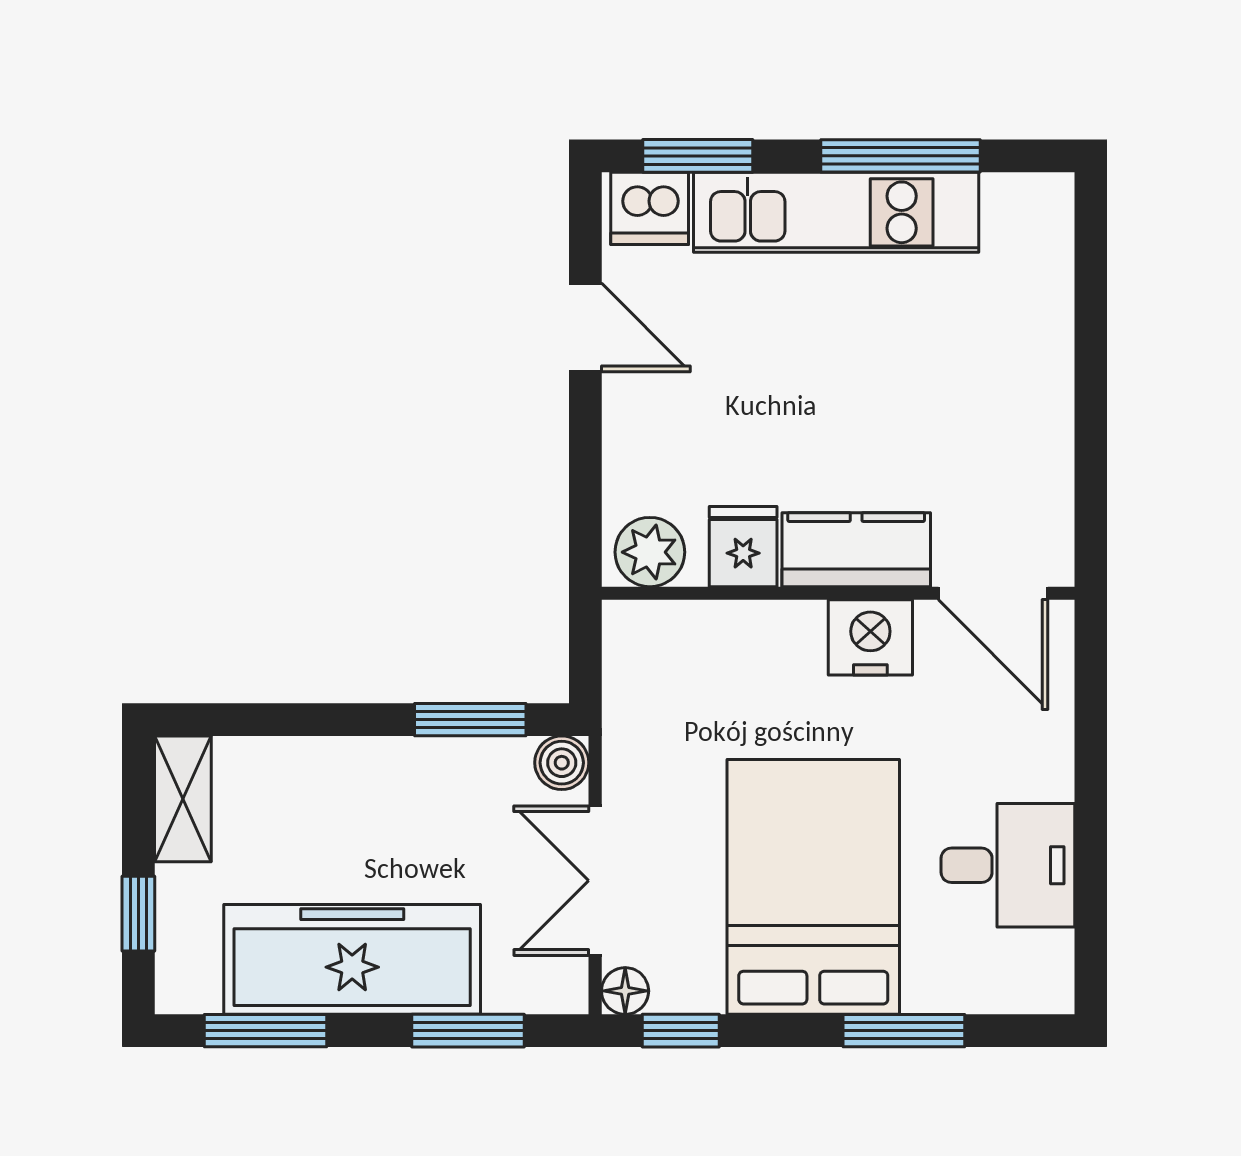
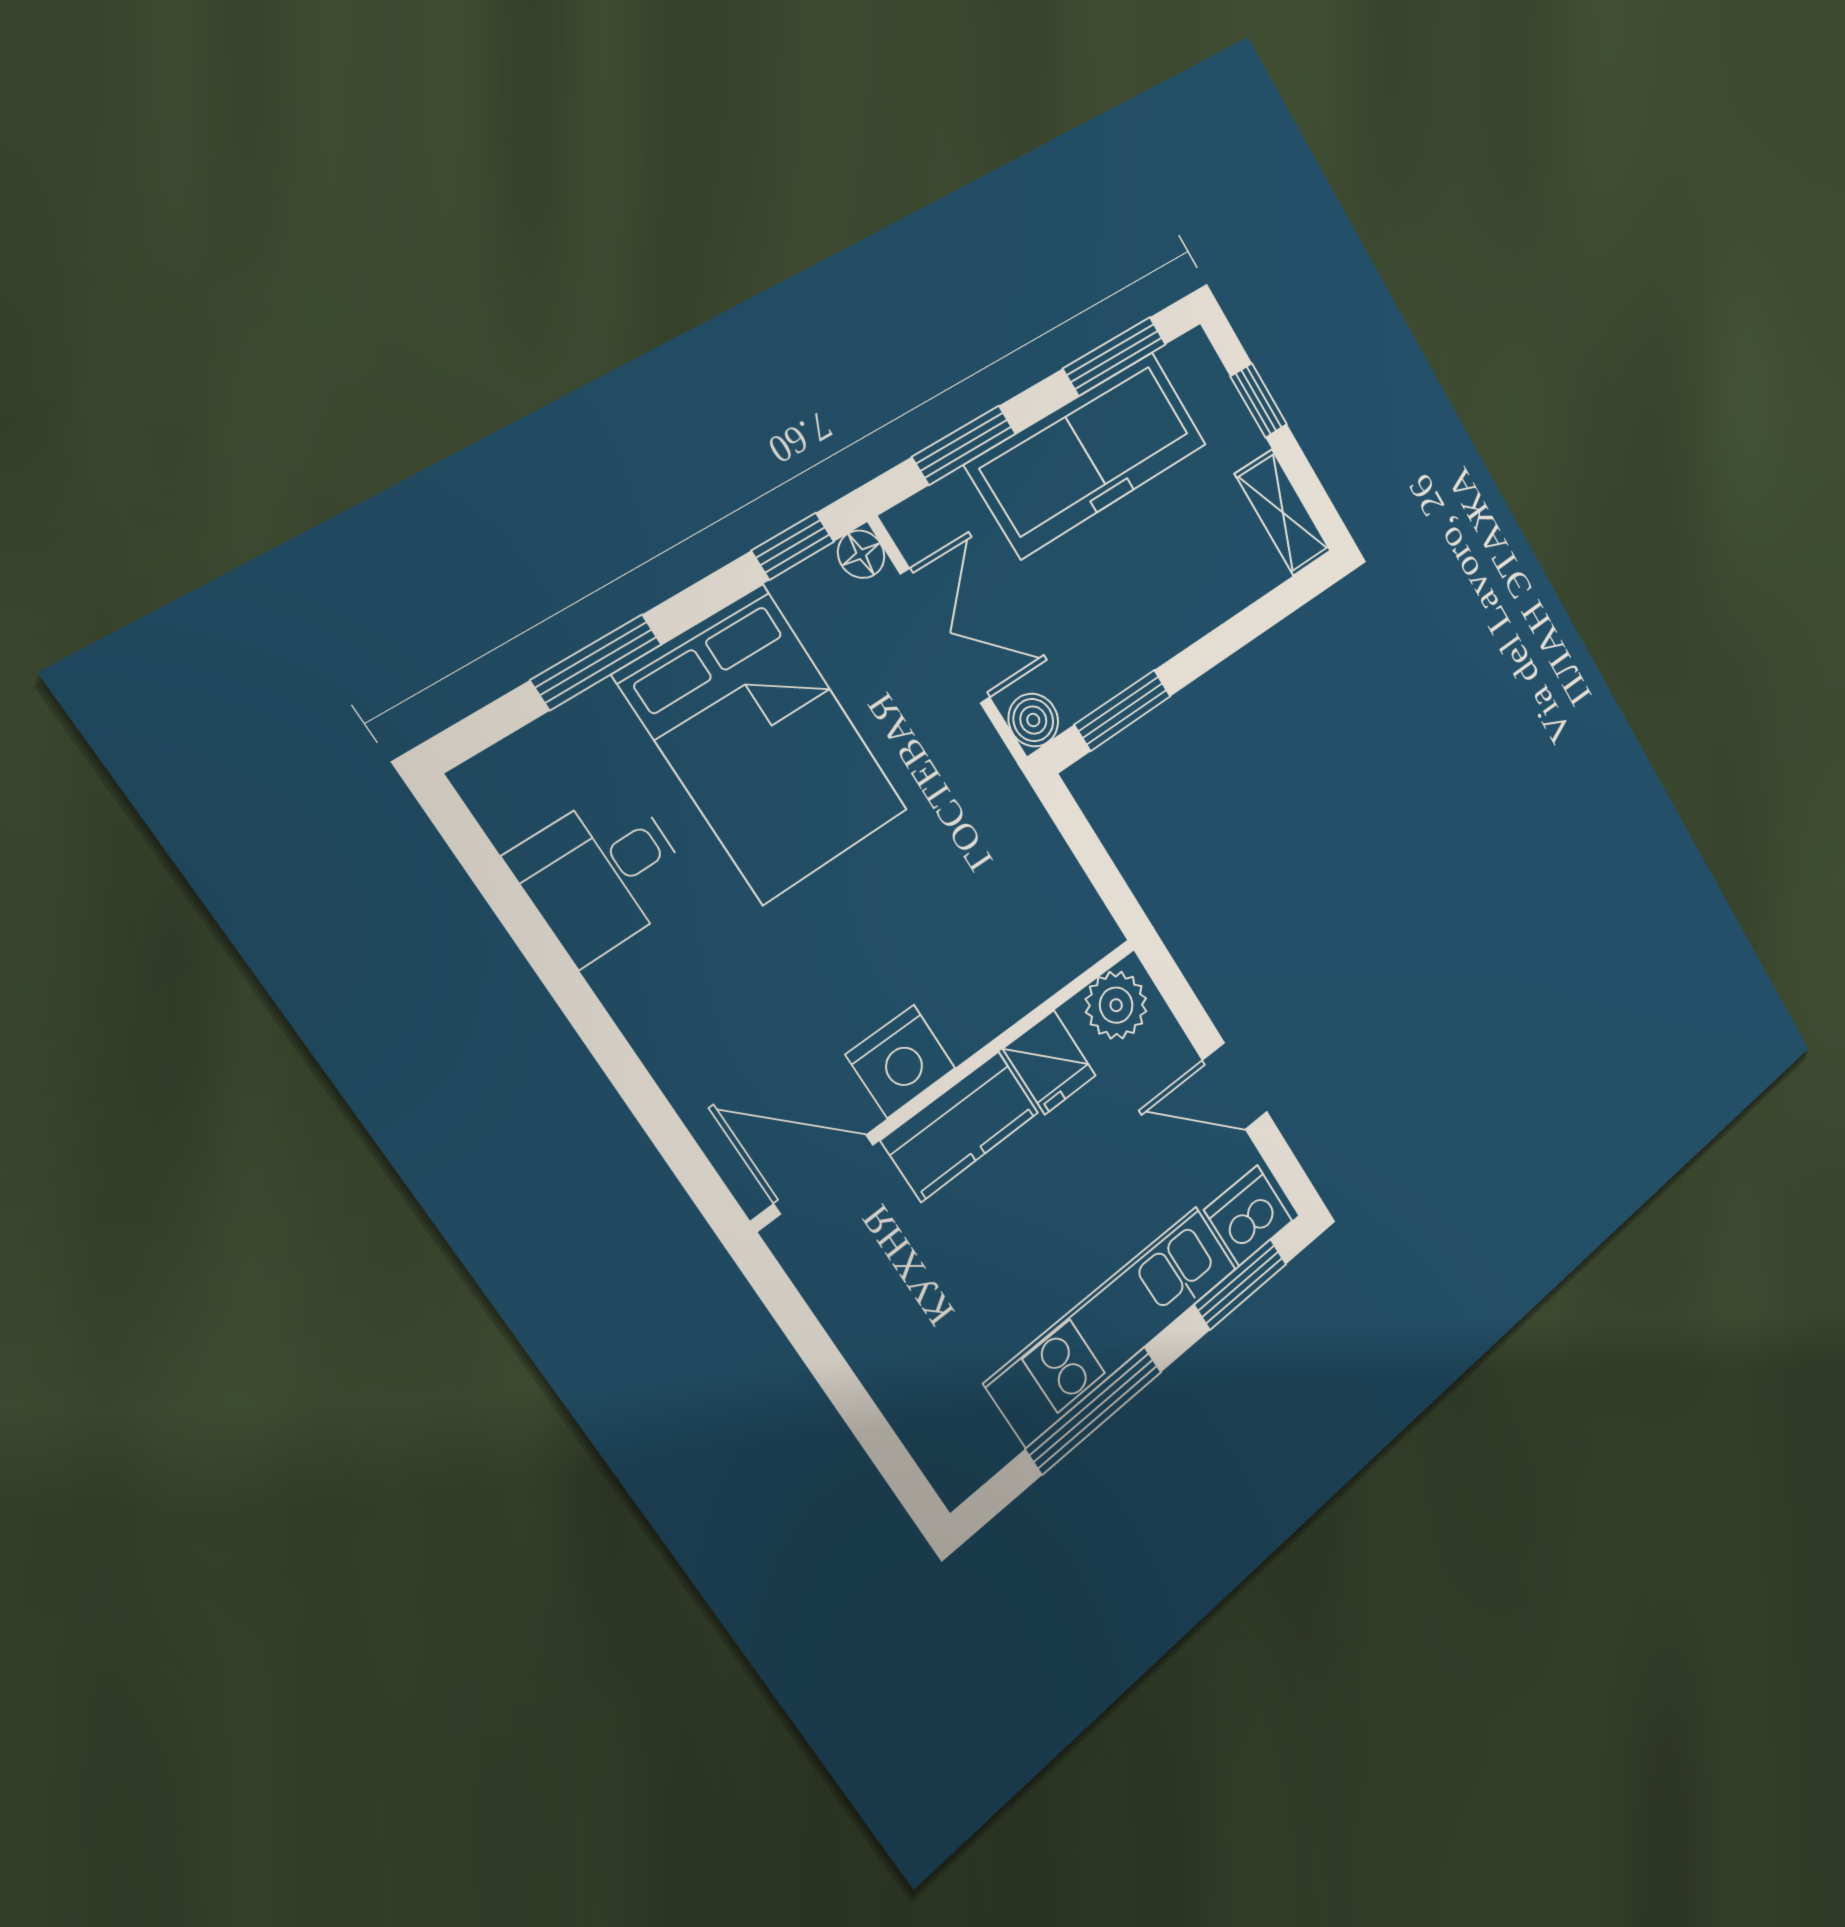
fridge: (743, 547) -> (1049, 1062), moved
kitchen counter: (856, 550) -> (960, 1126), moved
plant: (650, 552) -> (1116, 1005), moved
wall: (838, 593) -> (951, 1079), moved
door: (993, 593) -> (824, 1174), moved
nightstand: (870, 637) -> (901, 1061), moved

